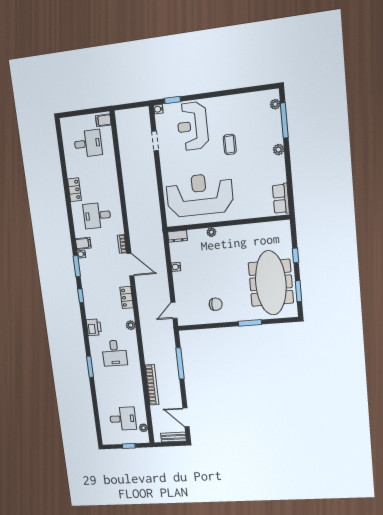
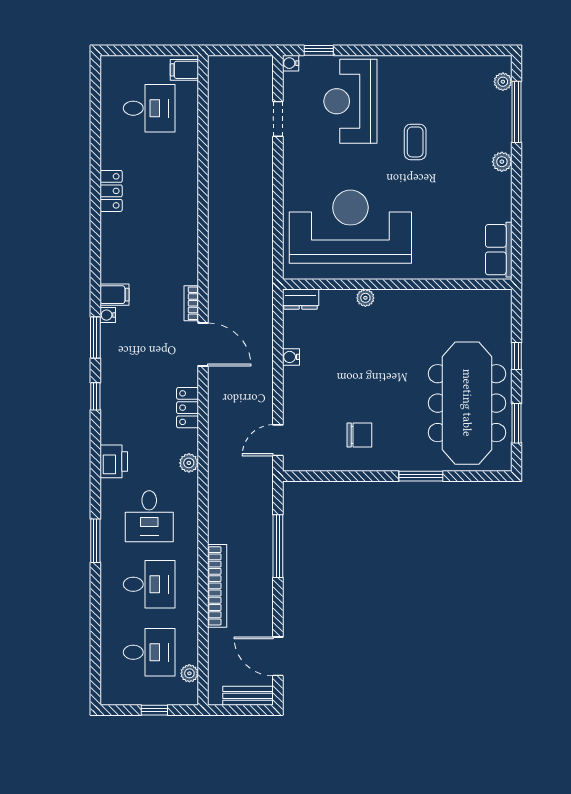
desk: (97, 215) -> (149, 584), moved, turned 180

